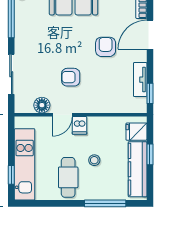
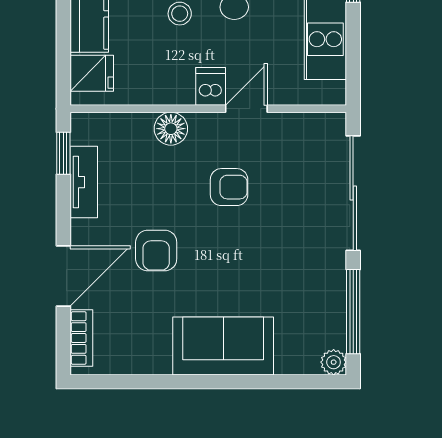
sliding door: (11, 74) -> (353, 193), width x1.37
floor lamp: (42, 105) -> (171, 129), moved
window: (150, 154) -> (63, 26), removed

